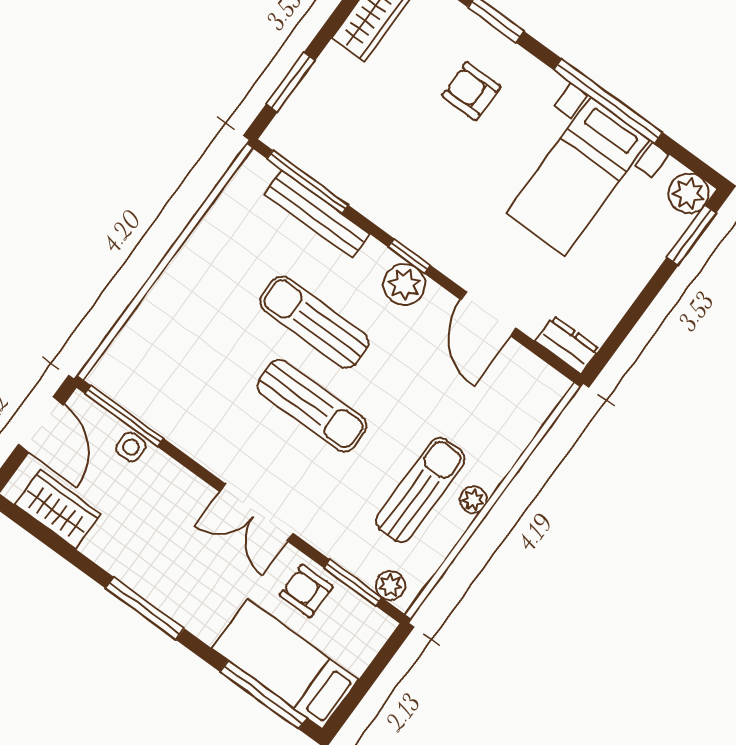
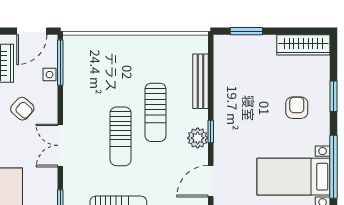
window: (308, 182) -> (211, 68), removed
sun lounger: (314, 322) -> (155, 112), turned 180
armchair: (306, 591) -> (22, 109), moved, turned 132

